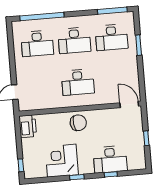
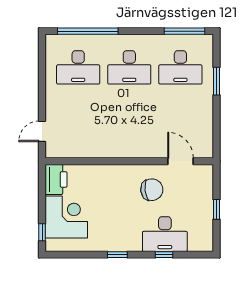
desk: (78, 82) -> (129, 125), removed
door: (129, 104) -> (180, 161), moved
chair: (78, 123) -> (152, 190), moved
corner desk: (62, 161) -> (66, 217), moved, turned 90

